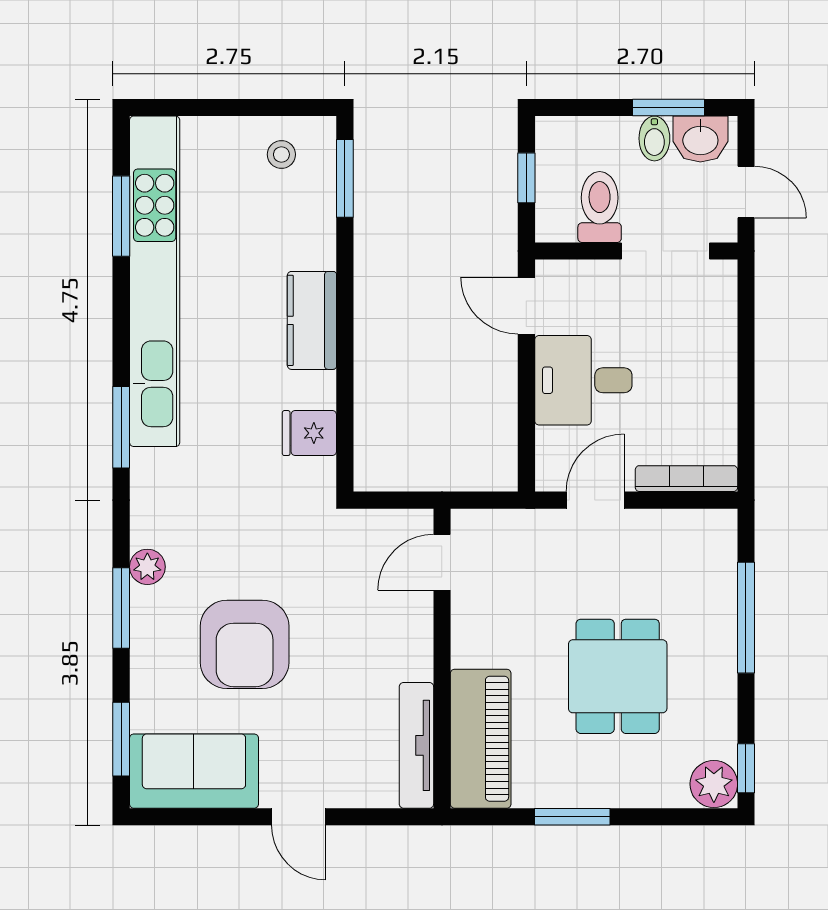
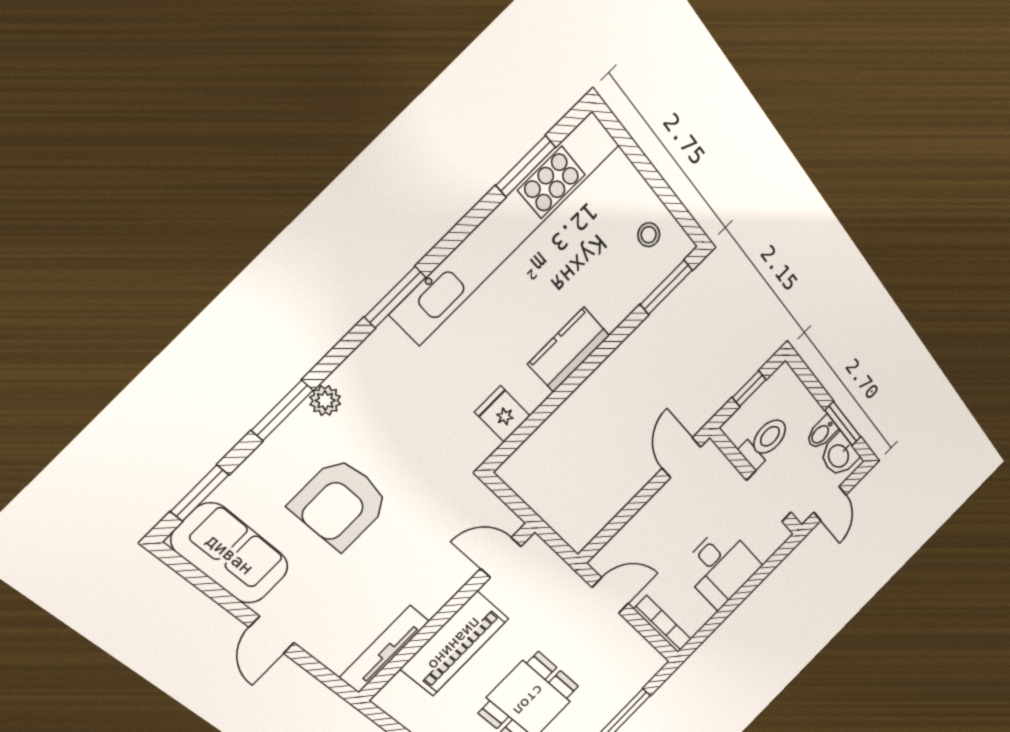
desk: (583, 380) -> (721, 567), moved, turned 180
piano: (481, 739) -> (455, 644), moved

